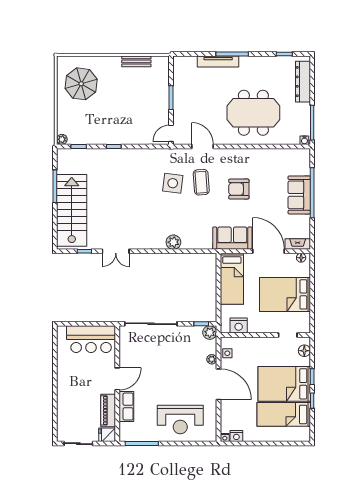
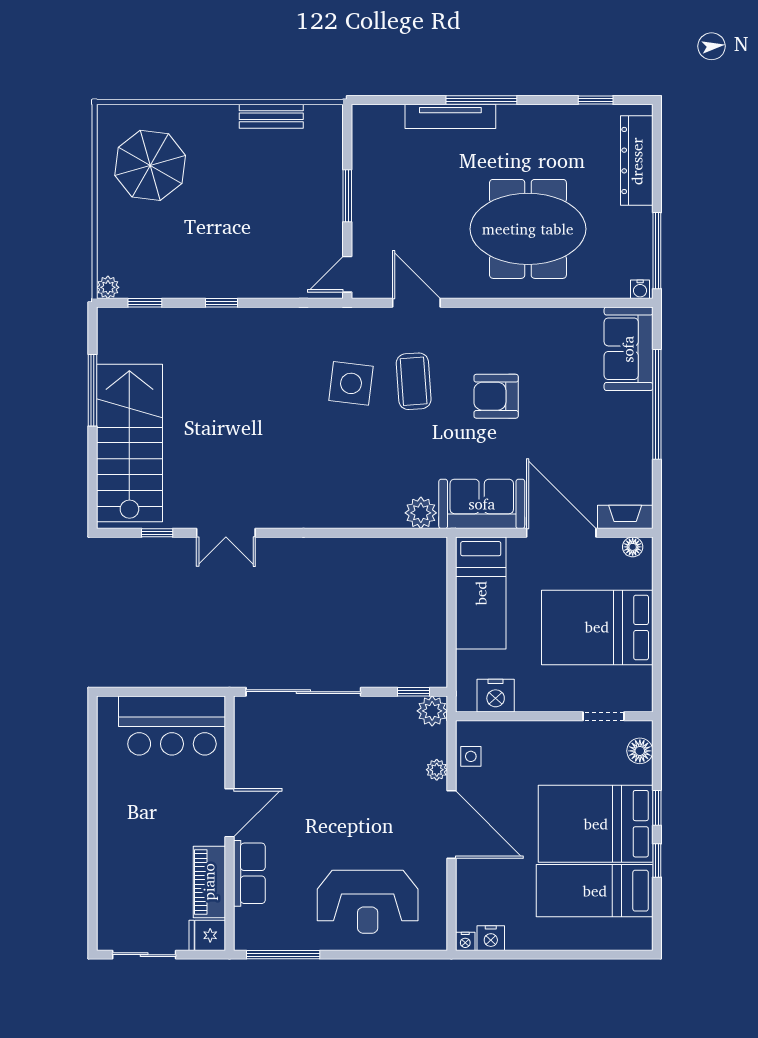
sofa: (299, 195) -> (628, 349), moved
plant: (173, 242) -> (421, 513), moved

